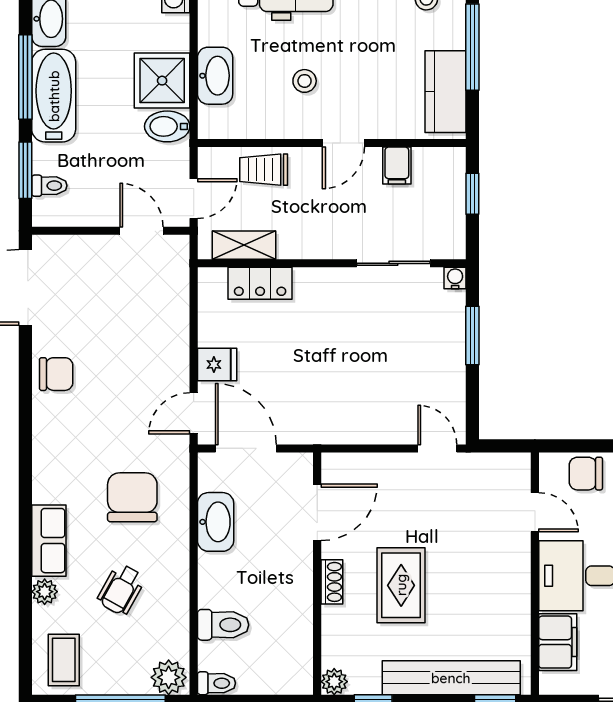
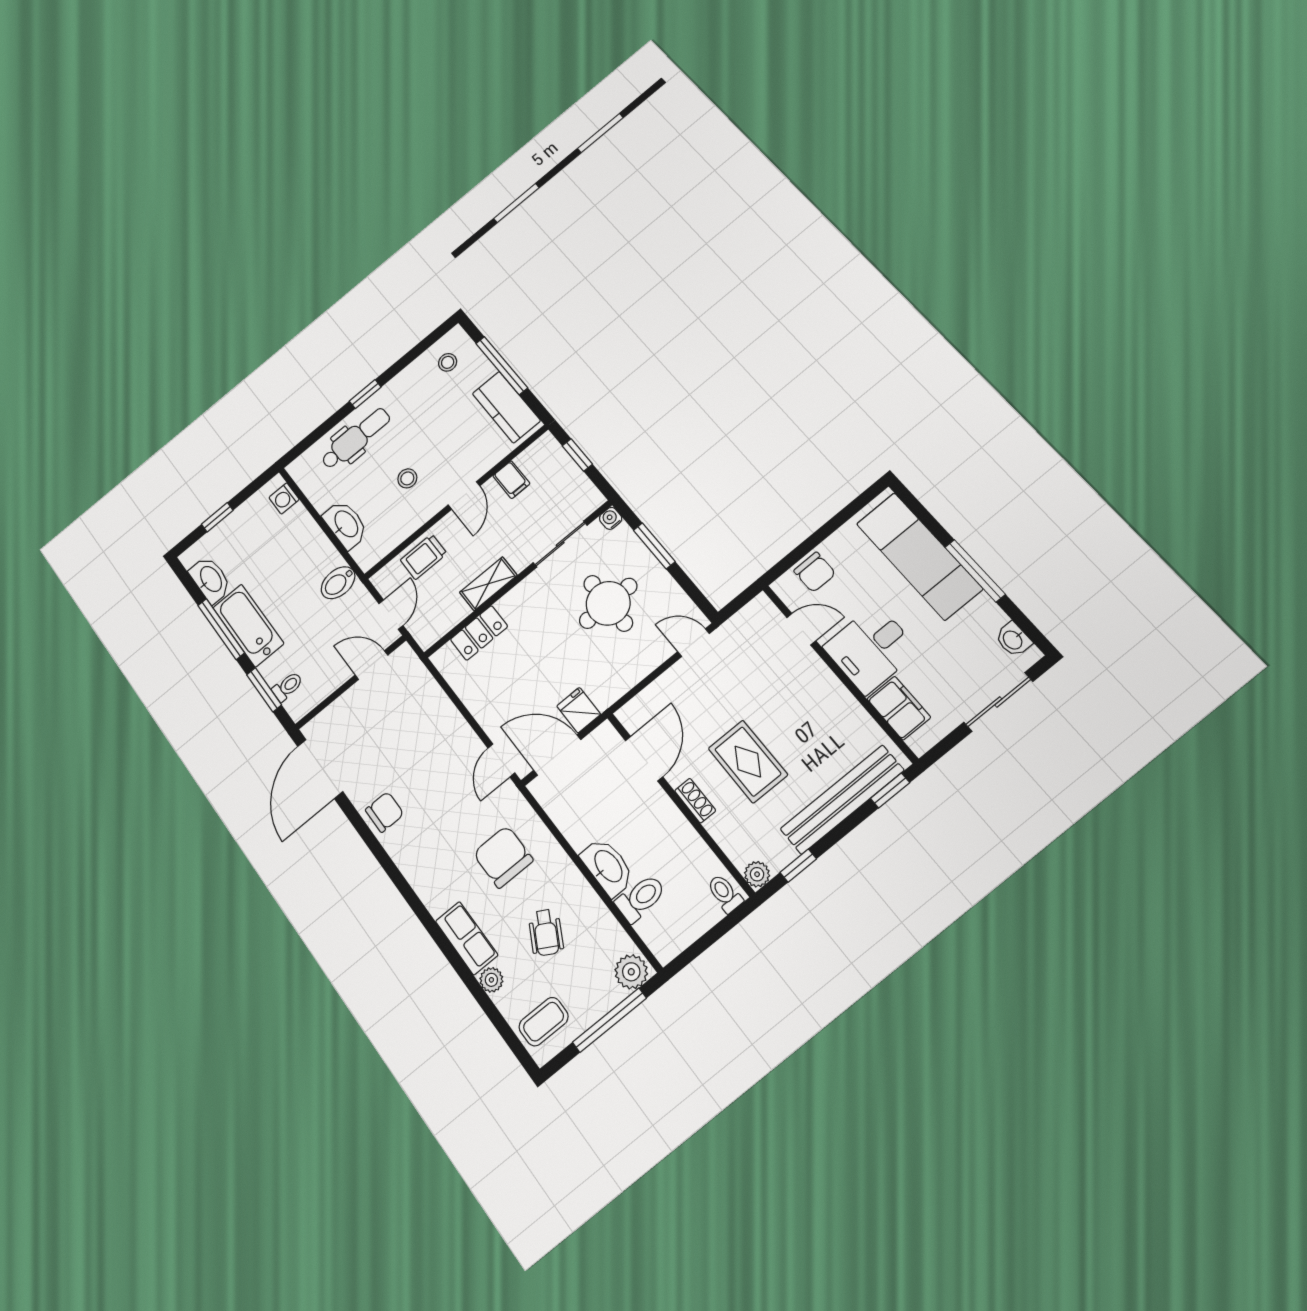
shower: (162, 81) -> (313, 556), removed
shelving: (244, 245) -> (488, 584), moved
round table: (393, 353) -> (608, 603), added
fridge: (217, 364) -> (579, 710), moved, turned -90
chair: (586, 474) -> (815, 572), turned -90
washbasin: (216, 522) -> (608, 867), moved
coffee table: (64, 660) -> (544, 1022), turned 90
toilet: (216, 683) -> (725, 893), moved, turned -90

